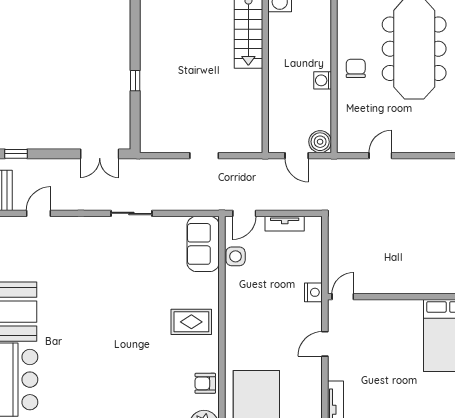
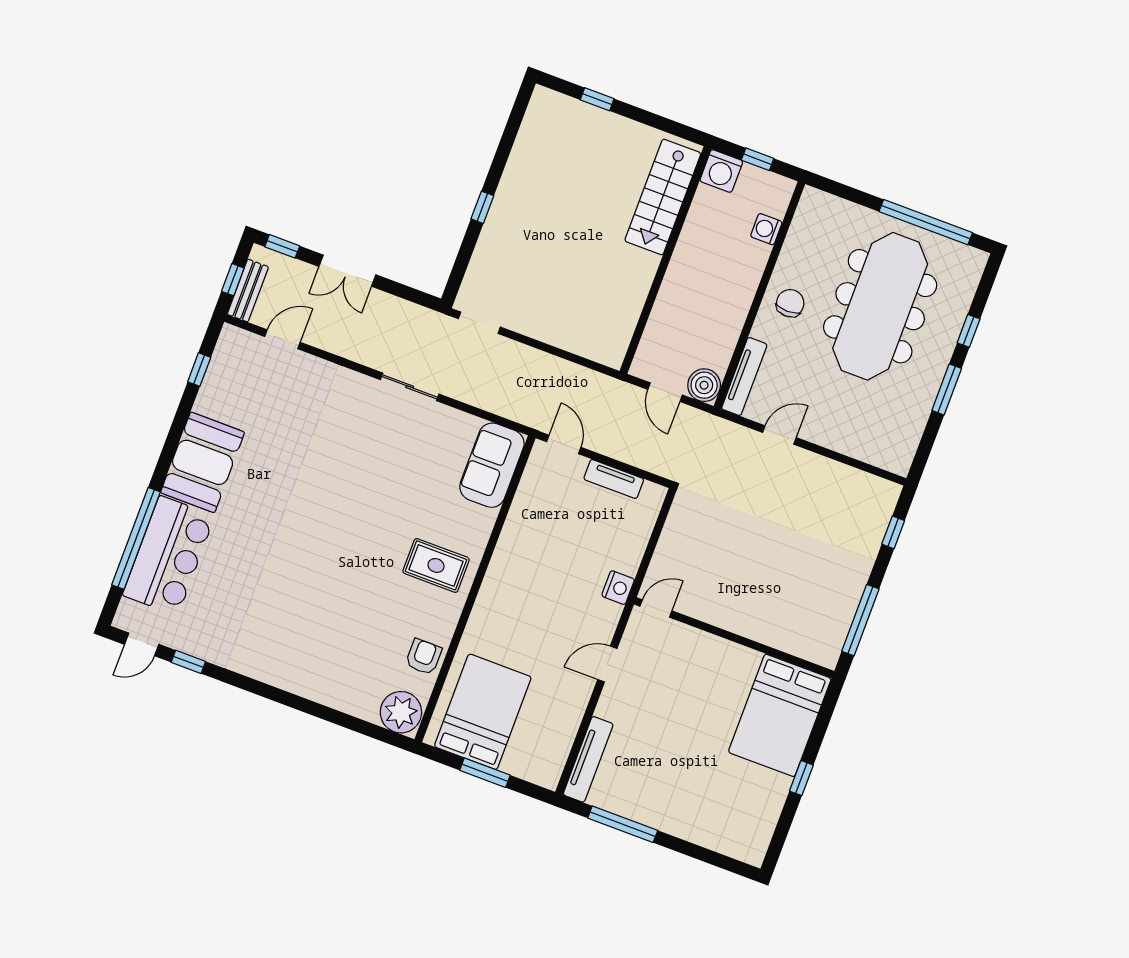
washing machine: (323, 80) -> (766, 229), moved
tv unit: (344, 126) -> (744, 377), added
double door: (100, 154) -> (347, 271), moved
doorway: (204, 156) -> (479, 323), moved
door: (244, 213) -> (564, 445), swing flipped
side table: (236, 256) -> (530, 499), removed
armchair: (205, 383) -> (424, 657), turned 90

